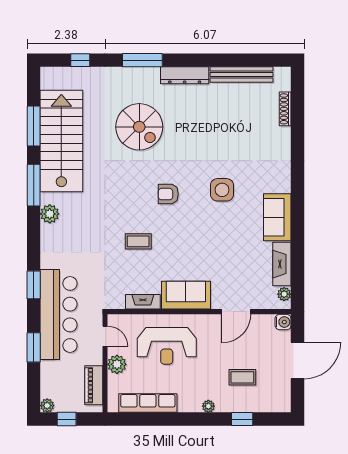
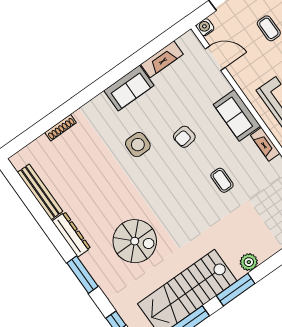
shoe rack: (285, 109) -> (61, 128), moved
spiral stairs: (139, 127) -> (135, 241), turned 90
armchair: (168, 194) -> (184, 137), moved, turned 82
plant: (284, 294) -> (183, 41), removed
door: (236, 312) -> (215, 58), moved

